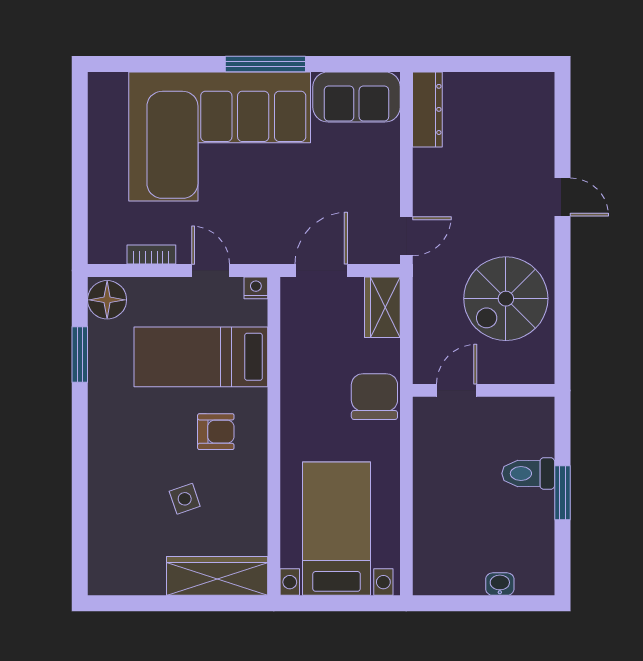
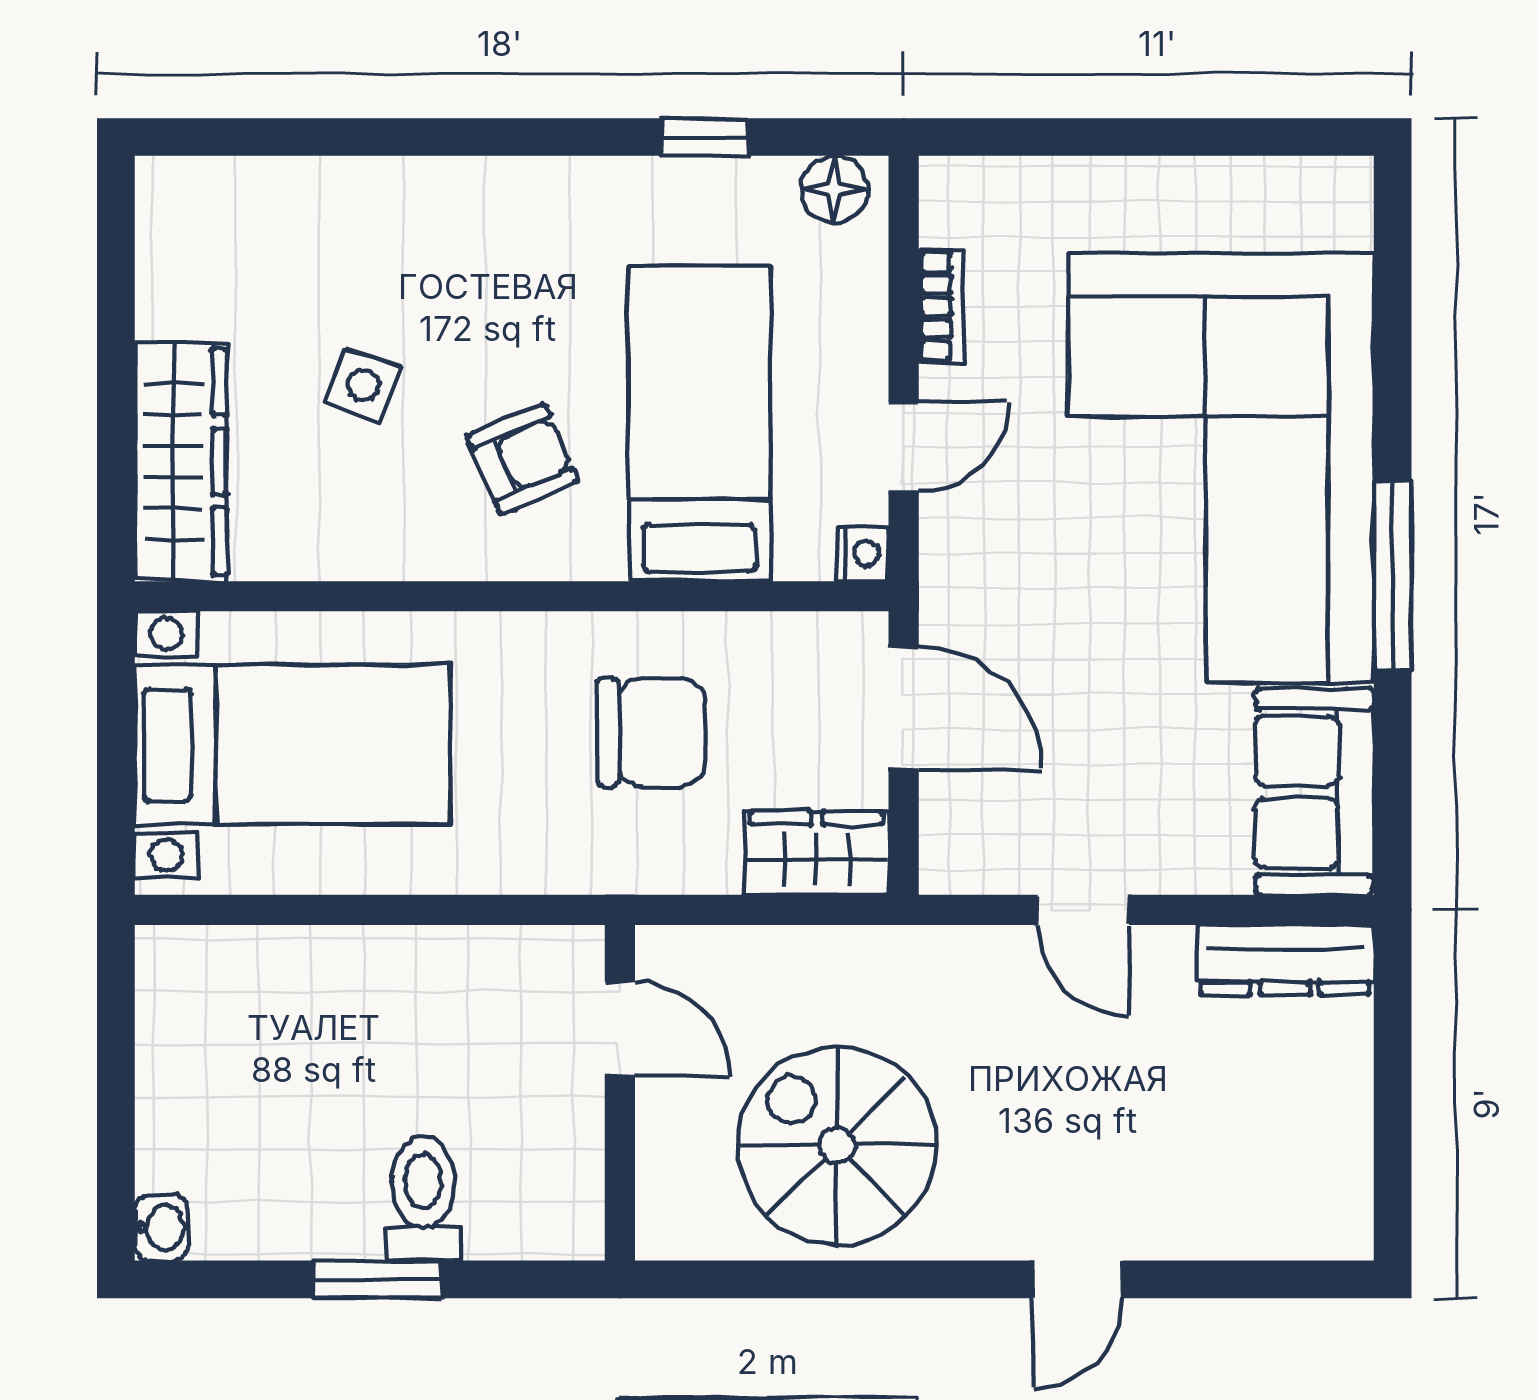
door: (406, 236) -> (1083, 910), moved
floor lamp: (107, 300) -> (834, 189), width x0.73, depth x0.73
window: (80, 354) -> (705, 137), width x0.67
chair: (374, 397) -> (651, 732), moved
armchair: (216, 432) -> (522, 459), turned -113
side table: (185, 499) -> (363, 385), turned 38
washbasin: (500, 584) -> (161, 1227), moved

